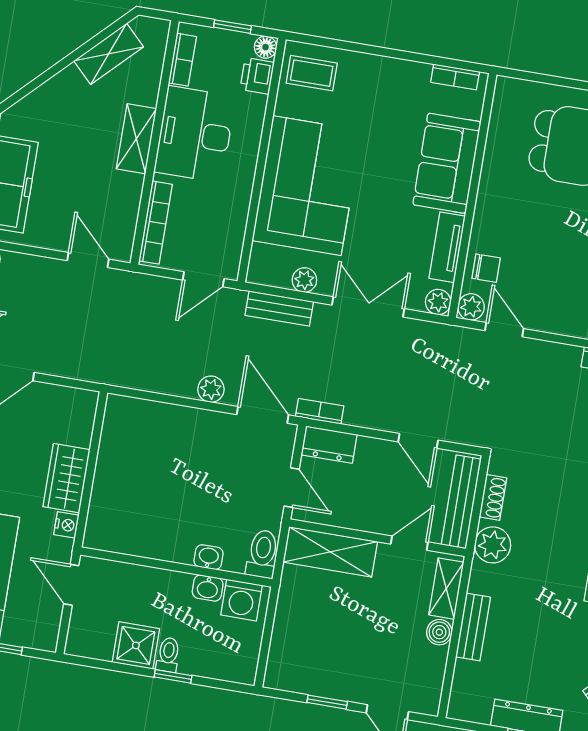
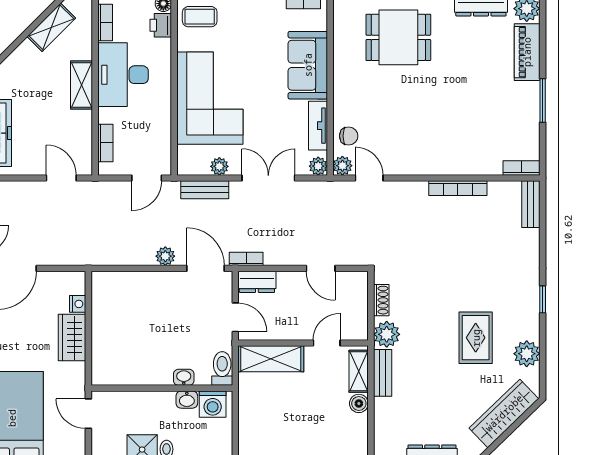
bookcase: (156, 223) -> (105, 143), width x0.64
bench: (461, 502) -> (359, 307), removed
nightstand: (66, 525) -> (78, 304), moved
bench: (473, 627) -> (383, 373), moved

